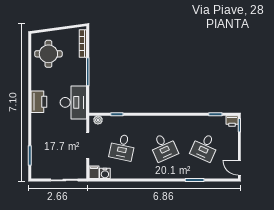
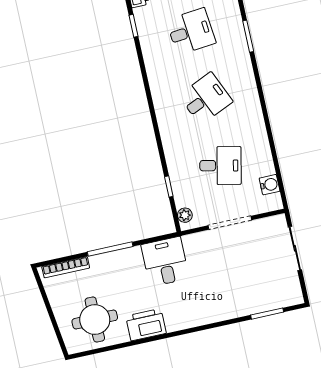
printer: (39, 102) -> (146, 325), moved
desk: (73, 102) -> (165, 262), width x0.73
desk: (205, 147) -> (191, 31), turned -30
filing cabinet: (94, 172) -> (271, 203), removed

